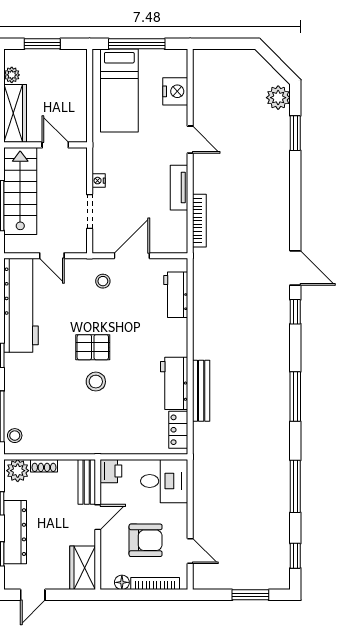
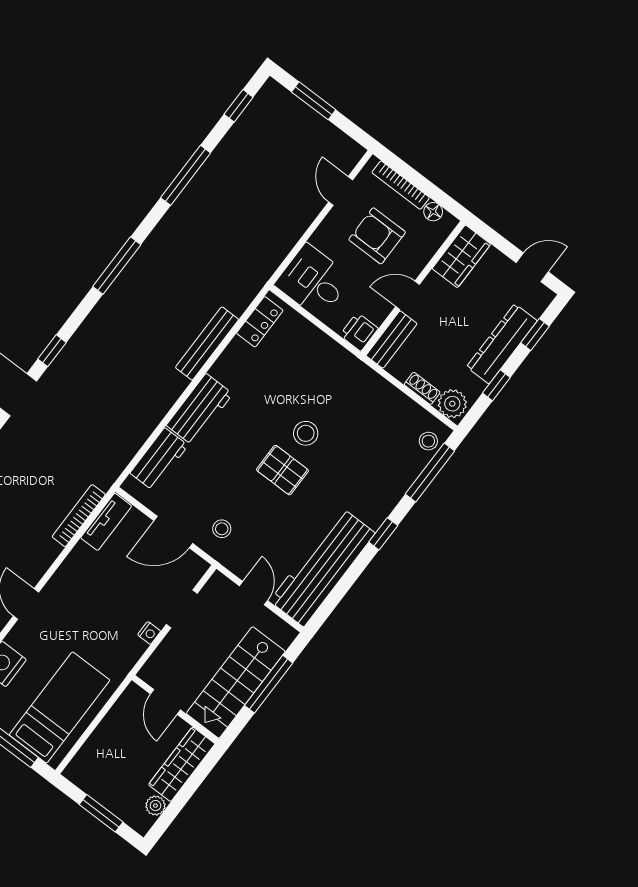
tv unit: (179, 188) -> (106, 522), moved
workbench: (174, 383) -> (200, 410), moved

